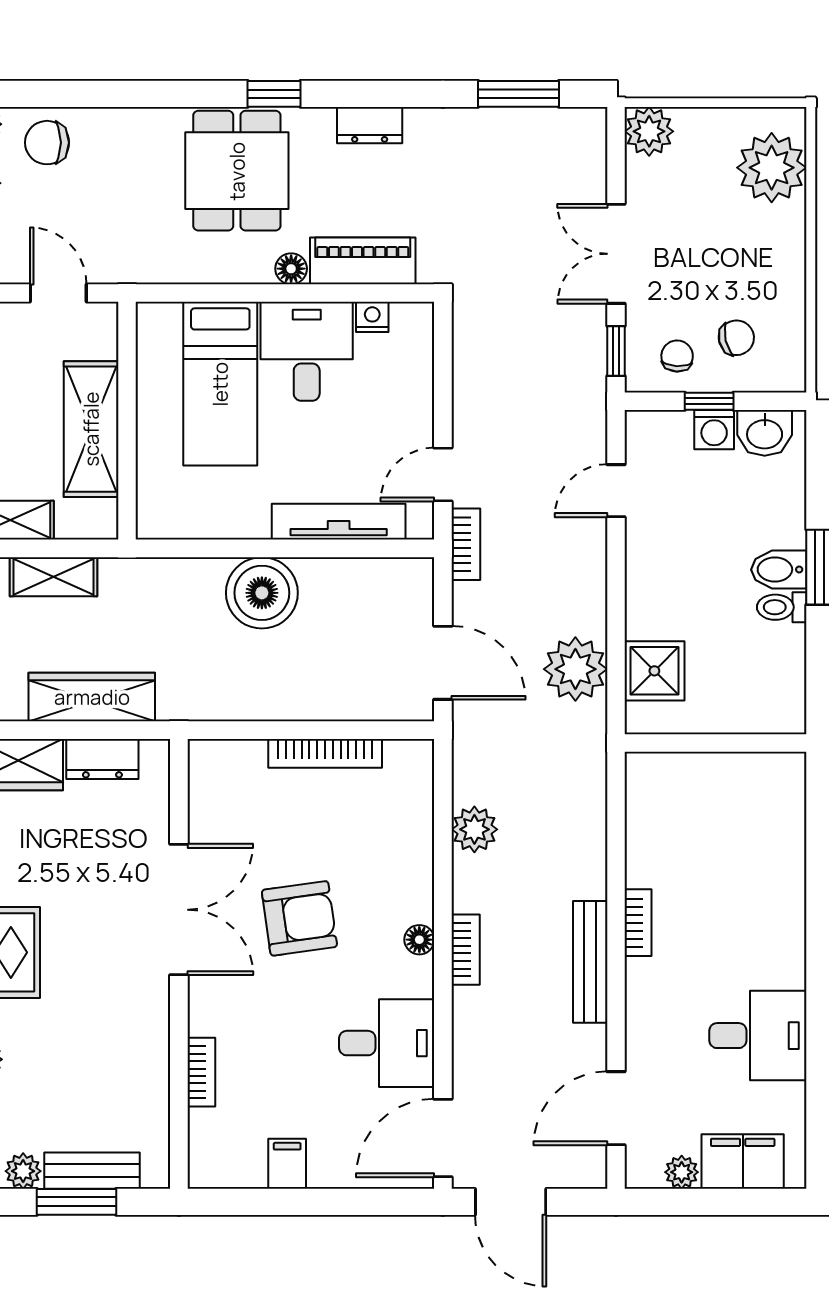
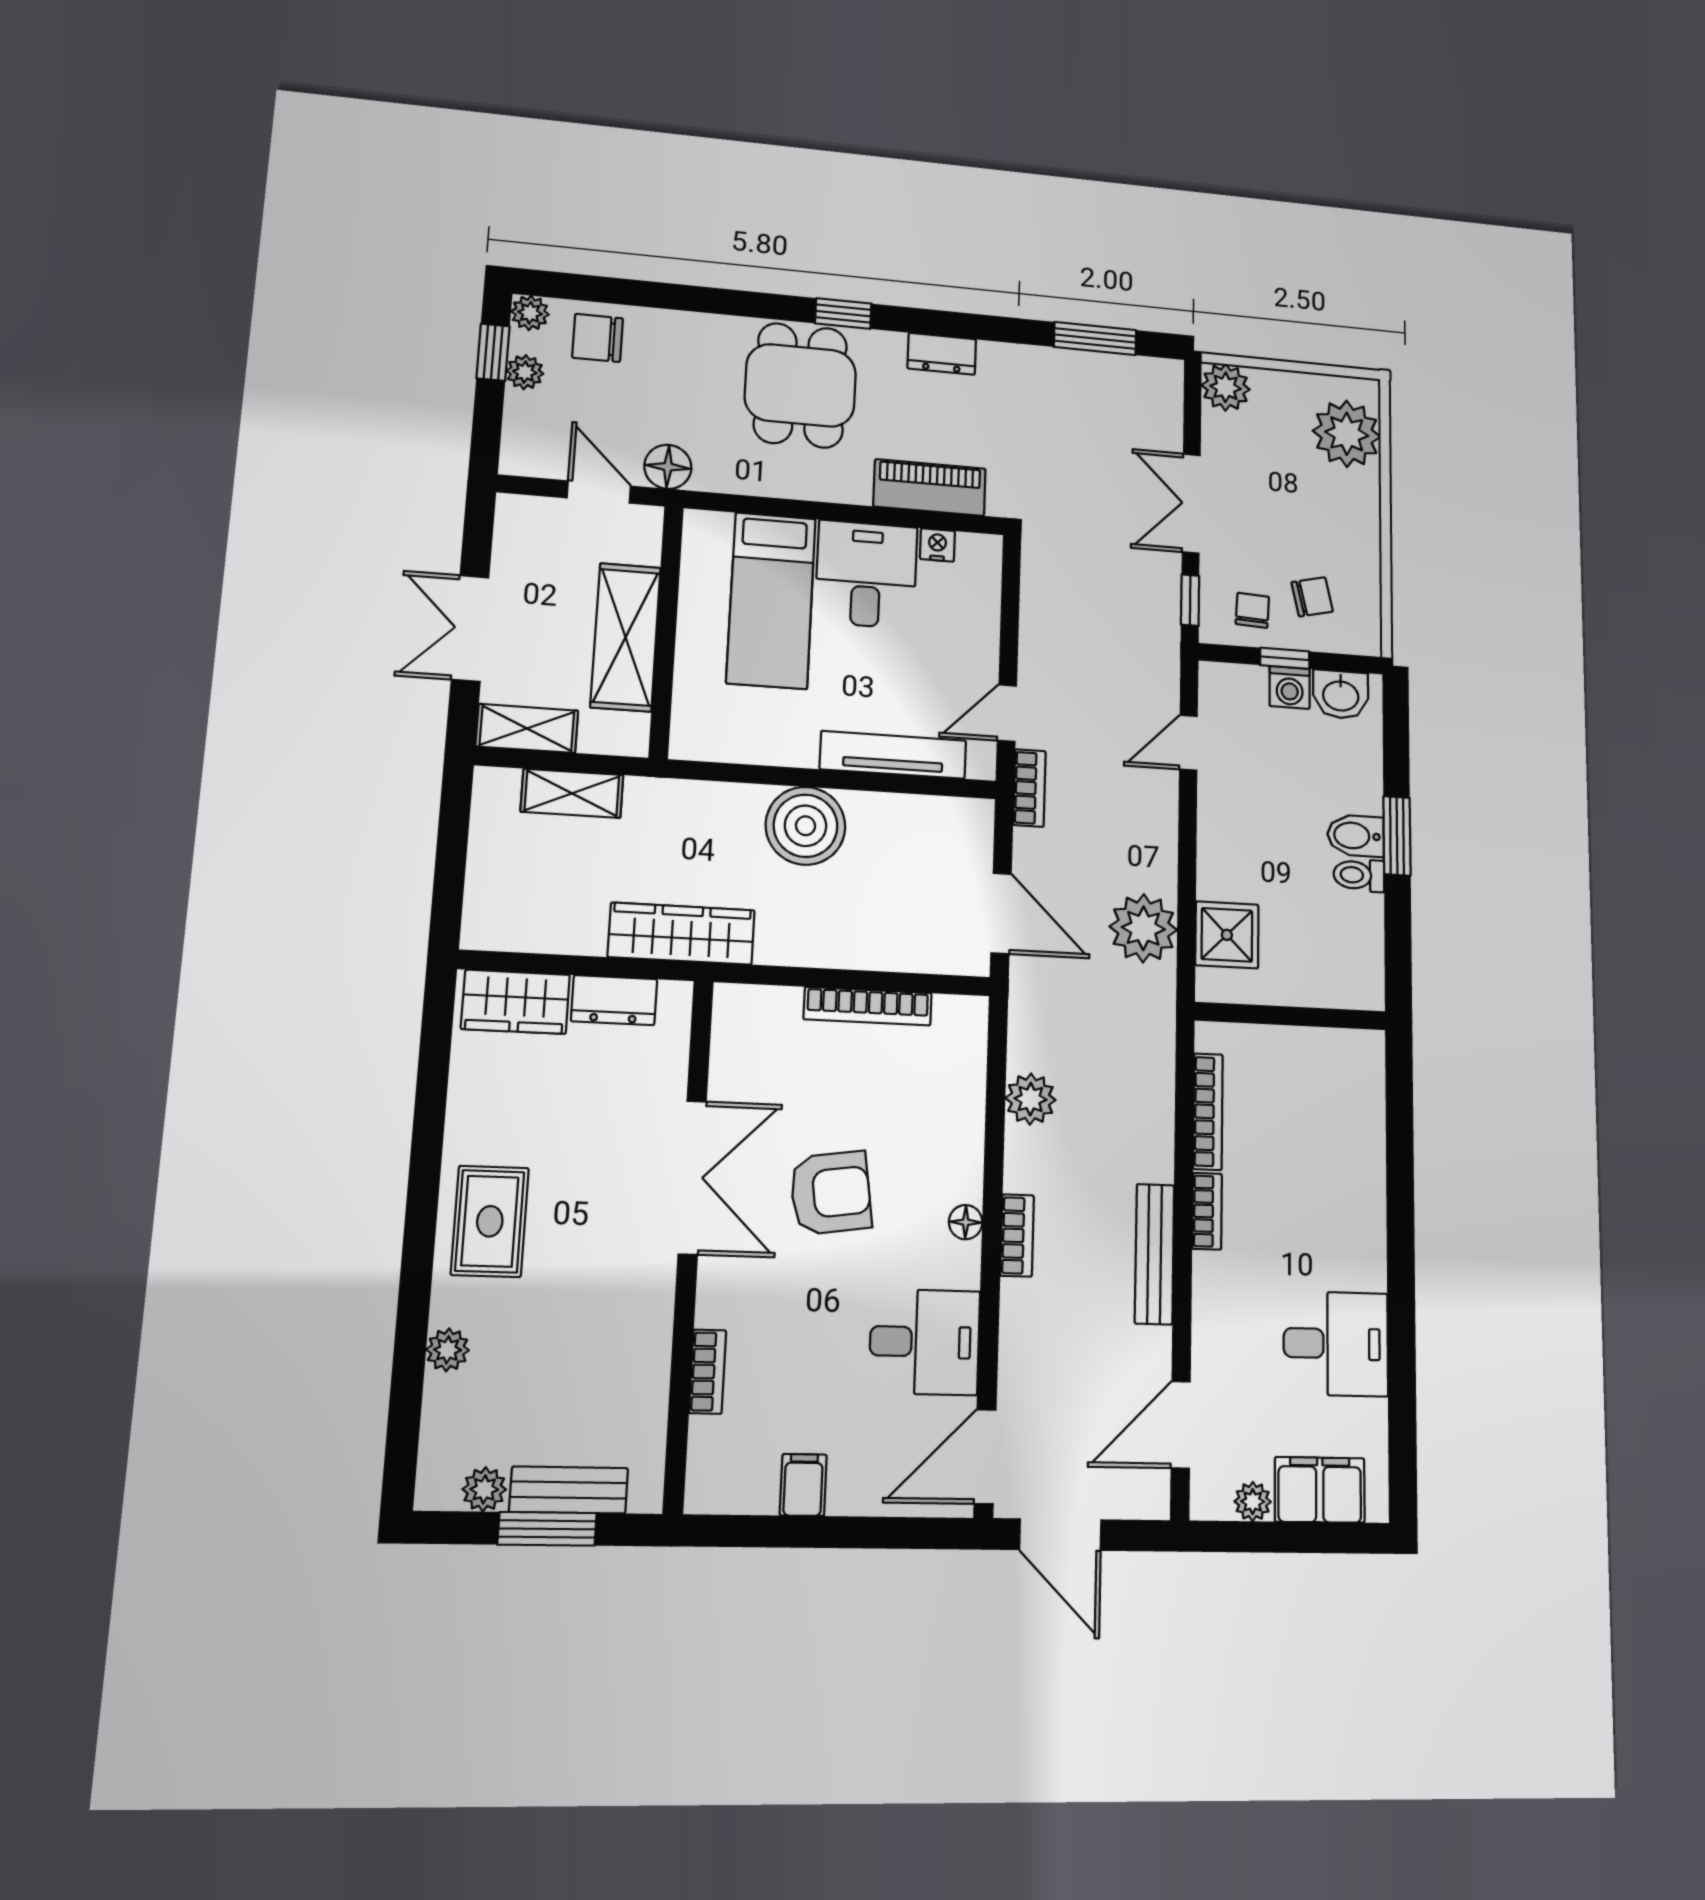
floor lamp: (291, 269) -> (668, 467), moved, width x1.37, depth x1.37
wardrobe: (92, 697) -> (681, 934), moved
bookcase: (638, 834) -> (1208, 1112), added

